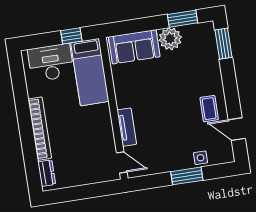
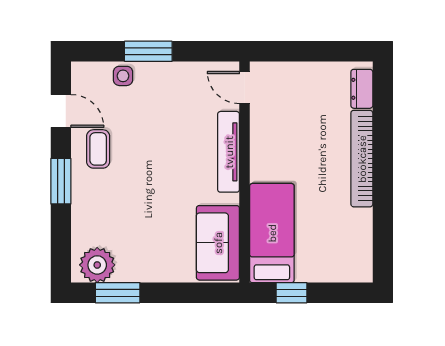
plant: (170, 39) -> (97, 265), moved
window: (223, 44) -> (61, 181), moved
sofa: (134, 47) -> (218, 243), moved, turned -90
desk: (51, 63) -> (329, 257), removed
tv unit: (127, 127) -> (229, 152), width x1.41

